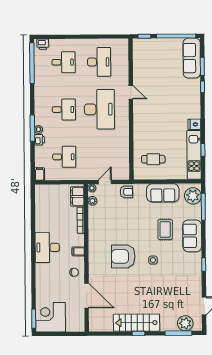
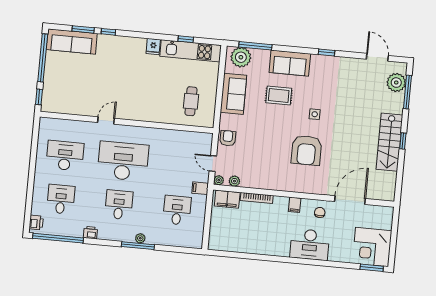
printer: (39, 140) -> (90, 233), moved
filing cabinet: (40, 174) -> (200, 188), moved
desk: (47, 247) -> (310, 245), moved

